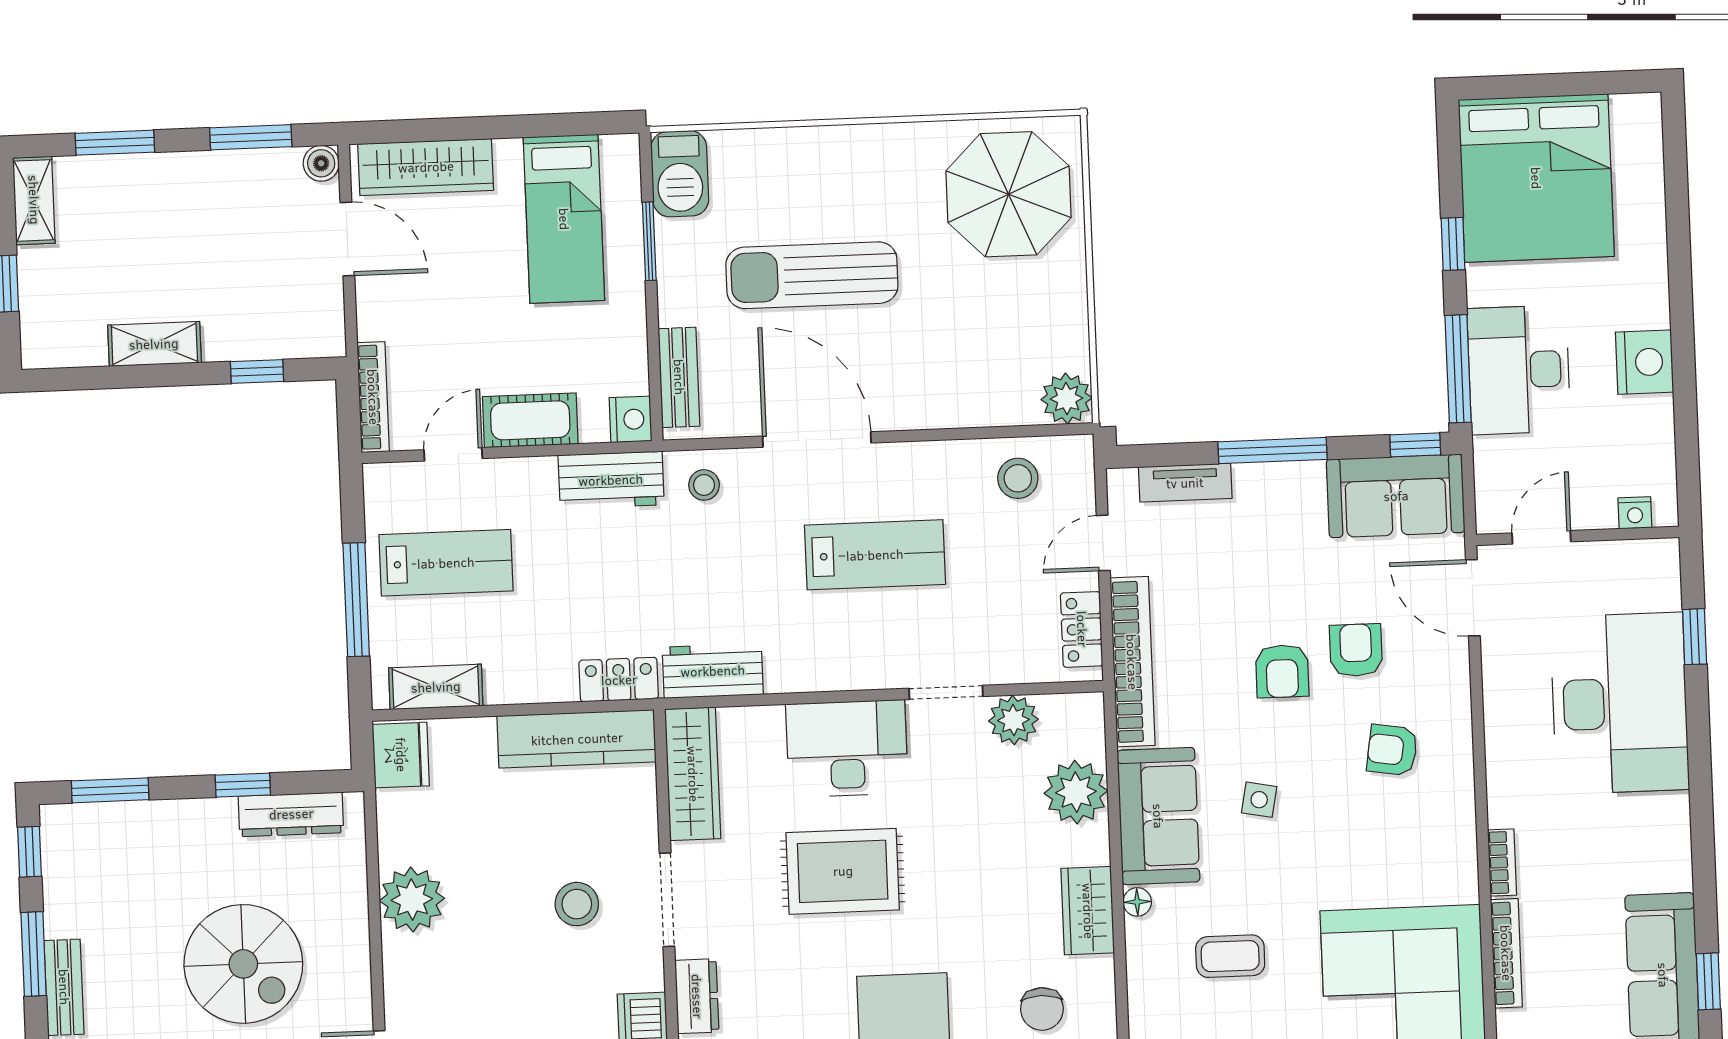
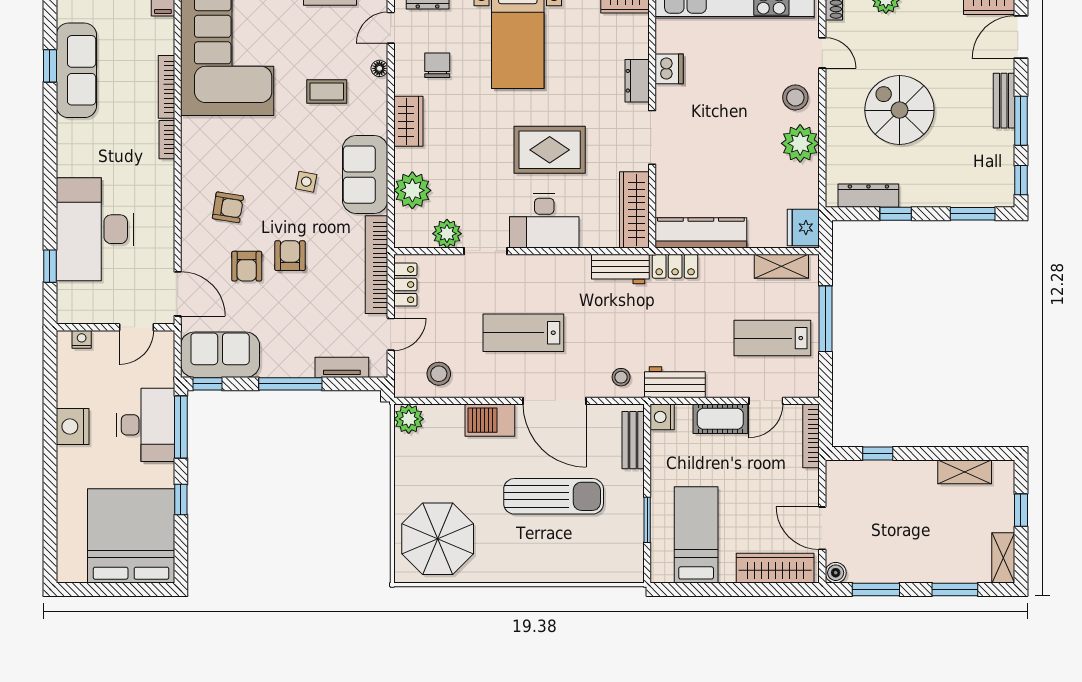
barbecue: (680, 174) -> (490, 420), moved, turned -90
shelving: (154, 344) -> (965, 472), moved
floor lamp: (1137, 902) -> (379, 68), moved
stool: (577, 904) -> (795, 97), moved

